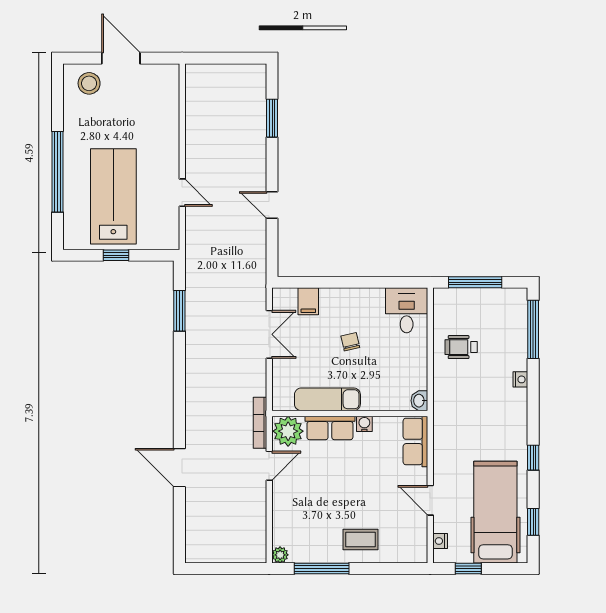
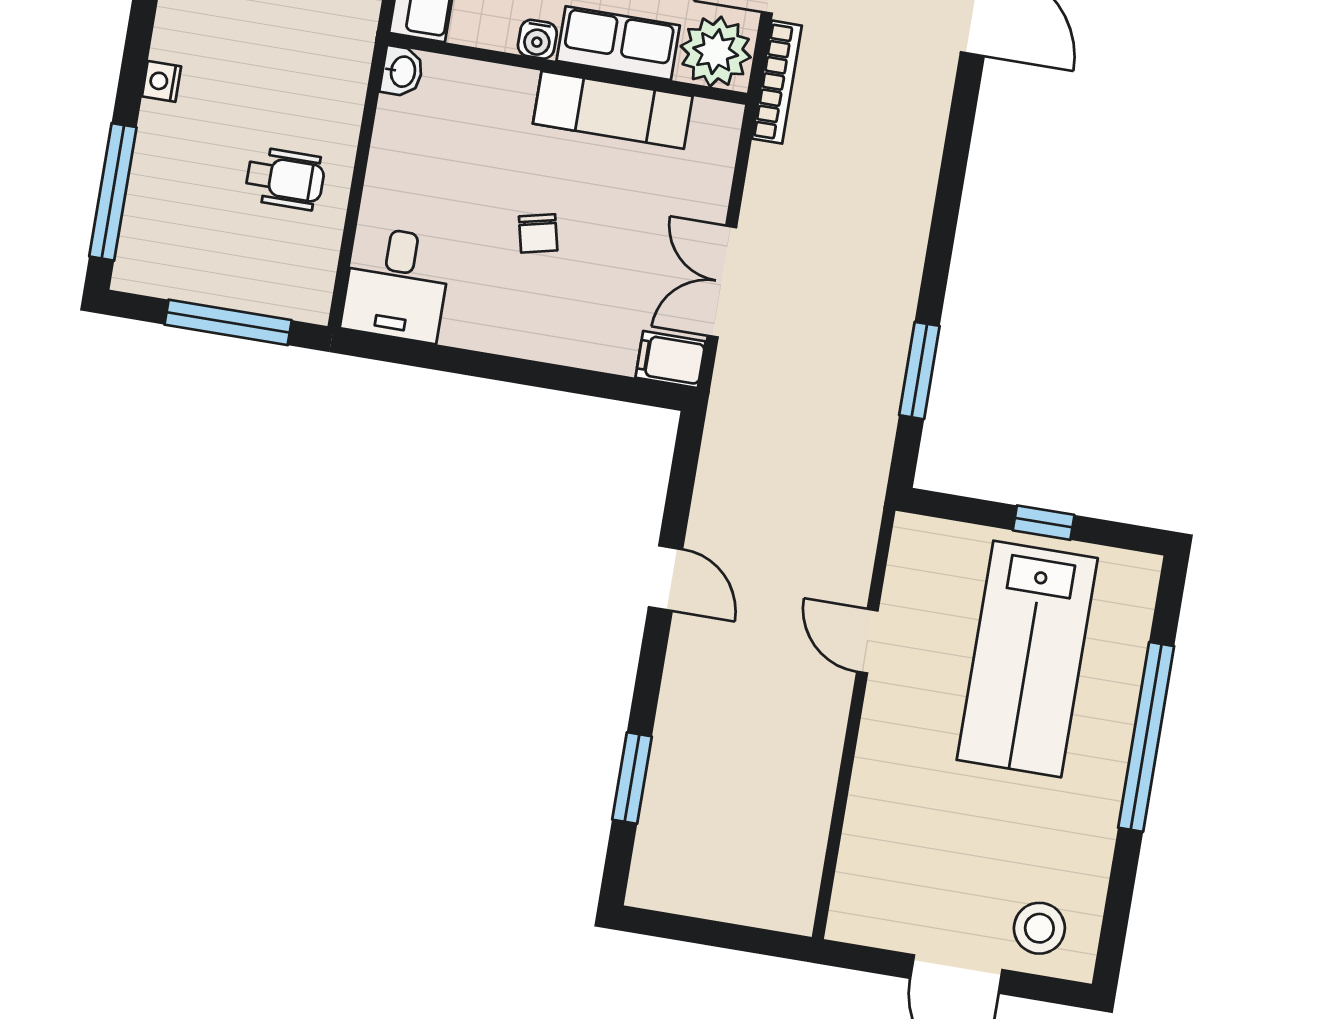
filing cabinet: (308, 301) -> (670, 359), moved, turned -90

